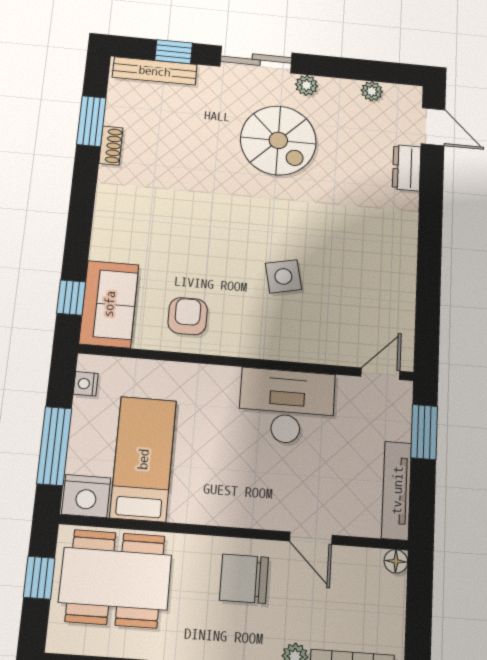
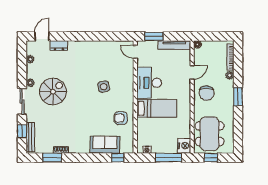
sofa: (109, 304) -> (105, 145), moved
bed: (143, 459) -> (157, 108), moved, turned 180

